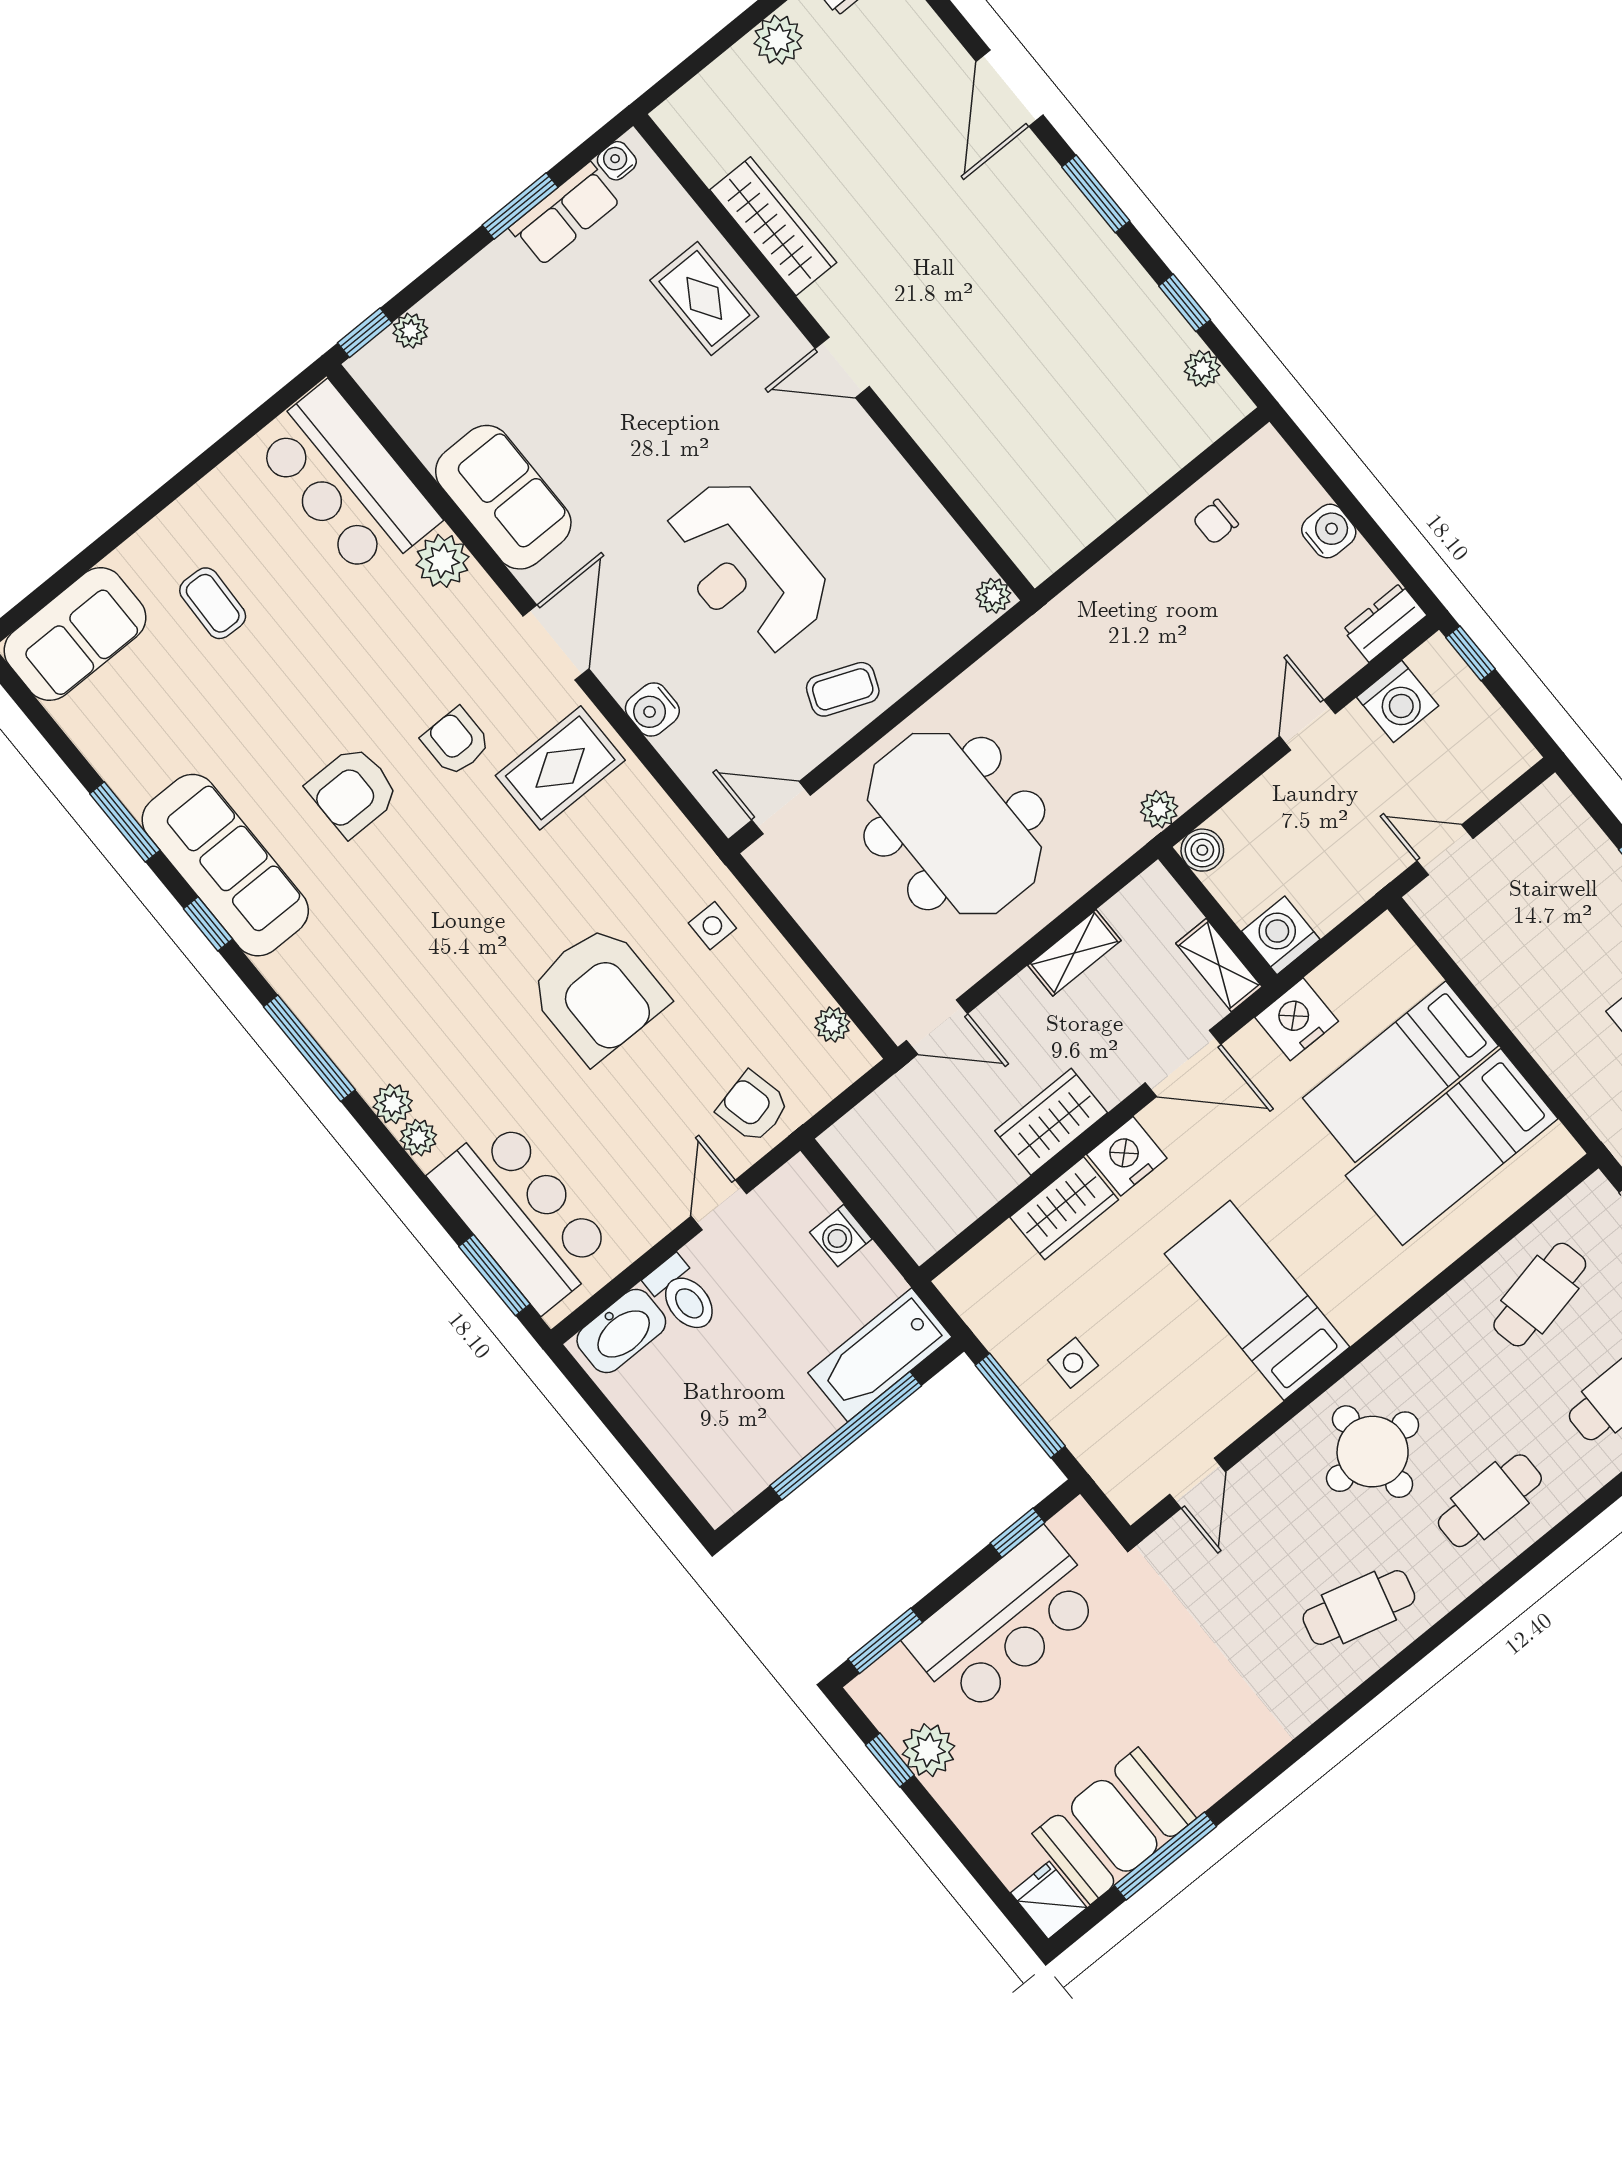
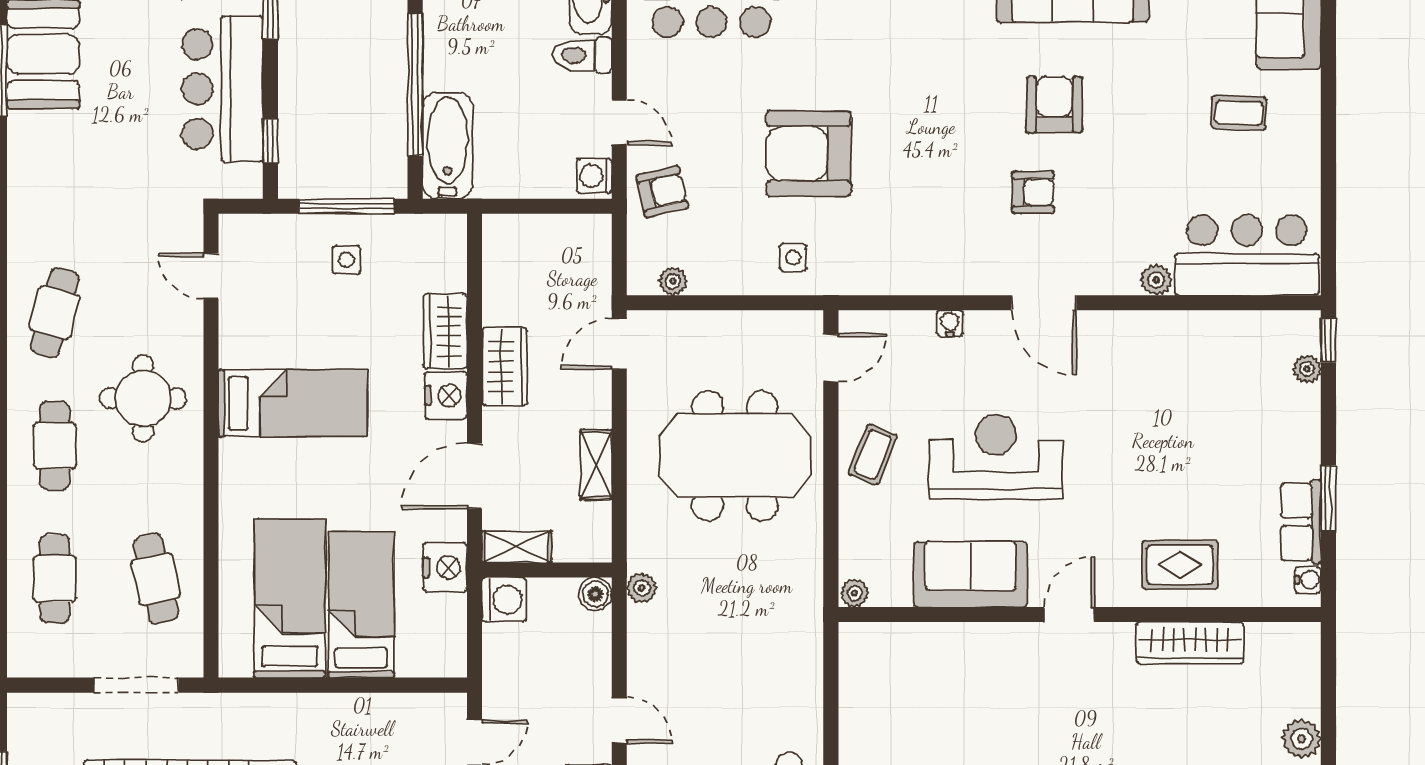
sofa: (503, 497) -> (971, 574), moved, turned 180
plant: (442, 561) -> (1156, 280), width x0.73, depth x0.73
water cooler: (652, 710) -> (950, 323), width x0.72, depth x0.72
rug: (560, 768) -> (965, 243), removed
washing machine: (841, 1236) -> (594, 176), moved, turned -90

